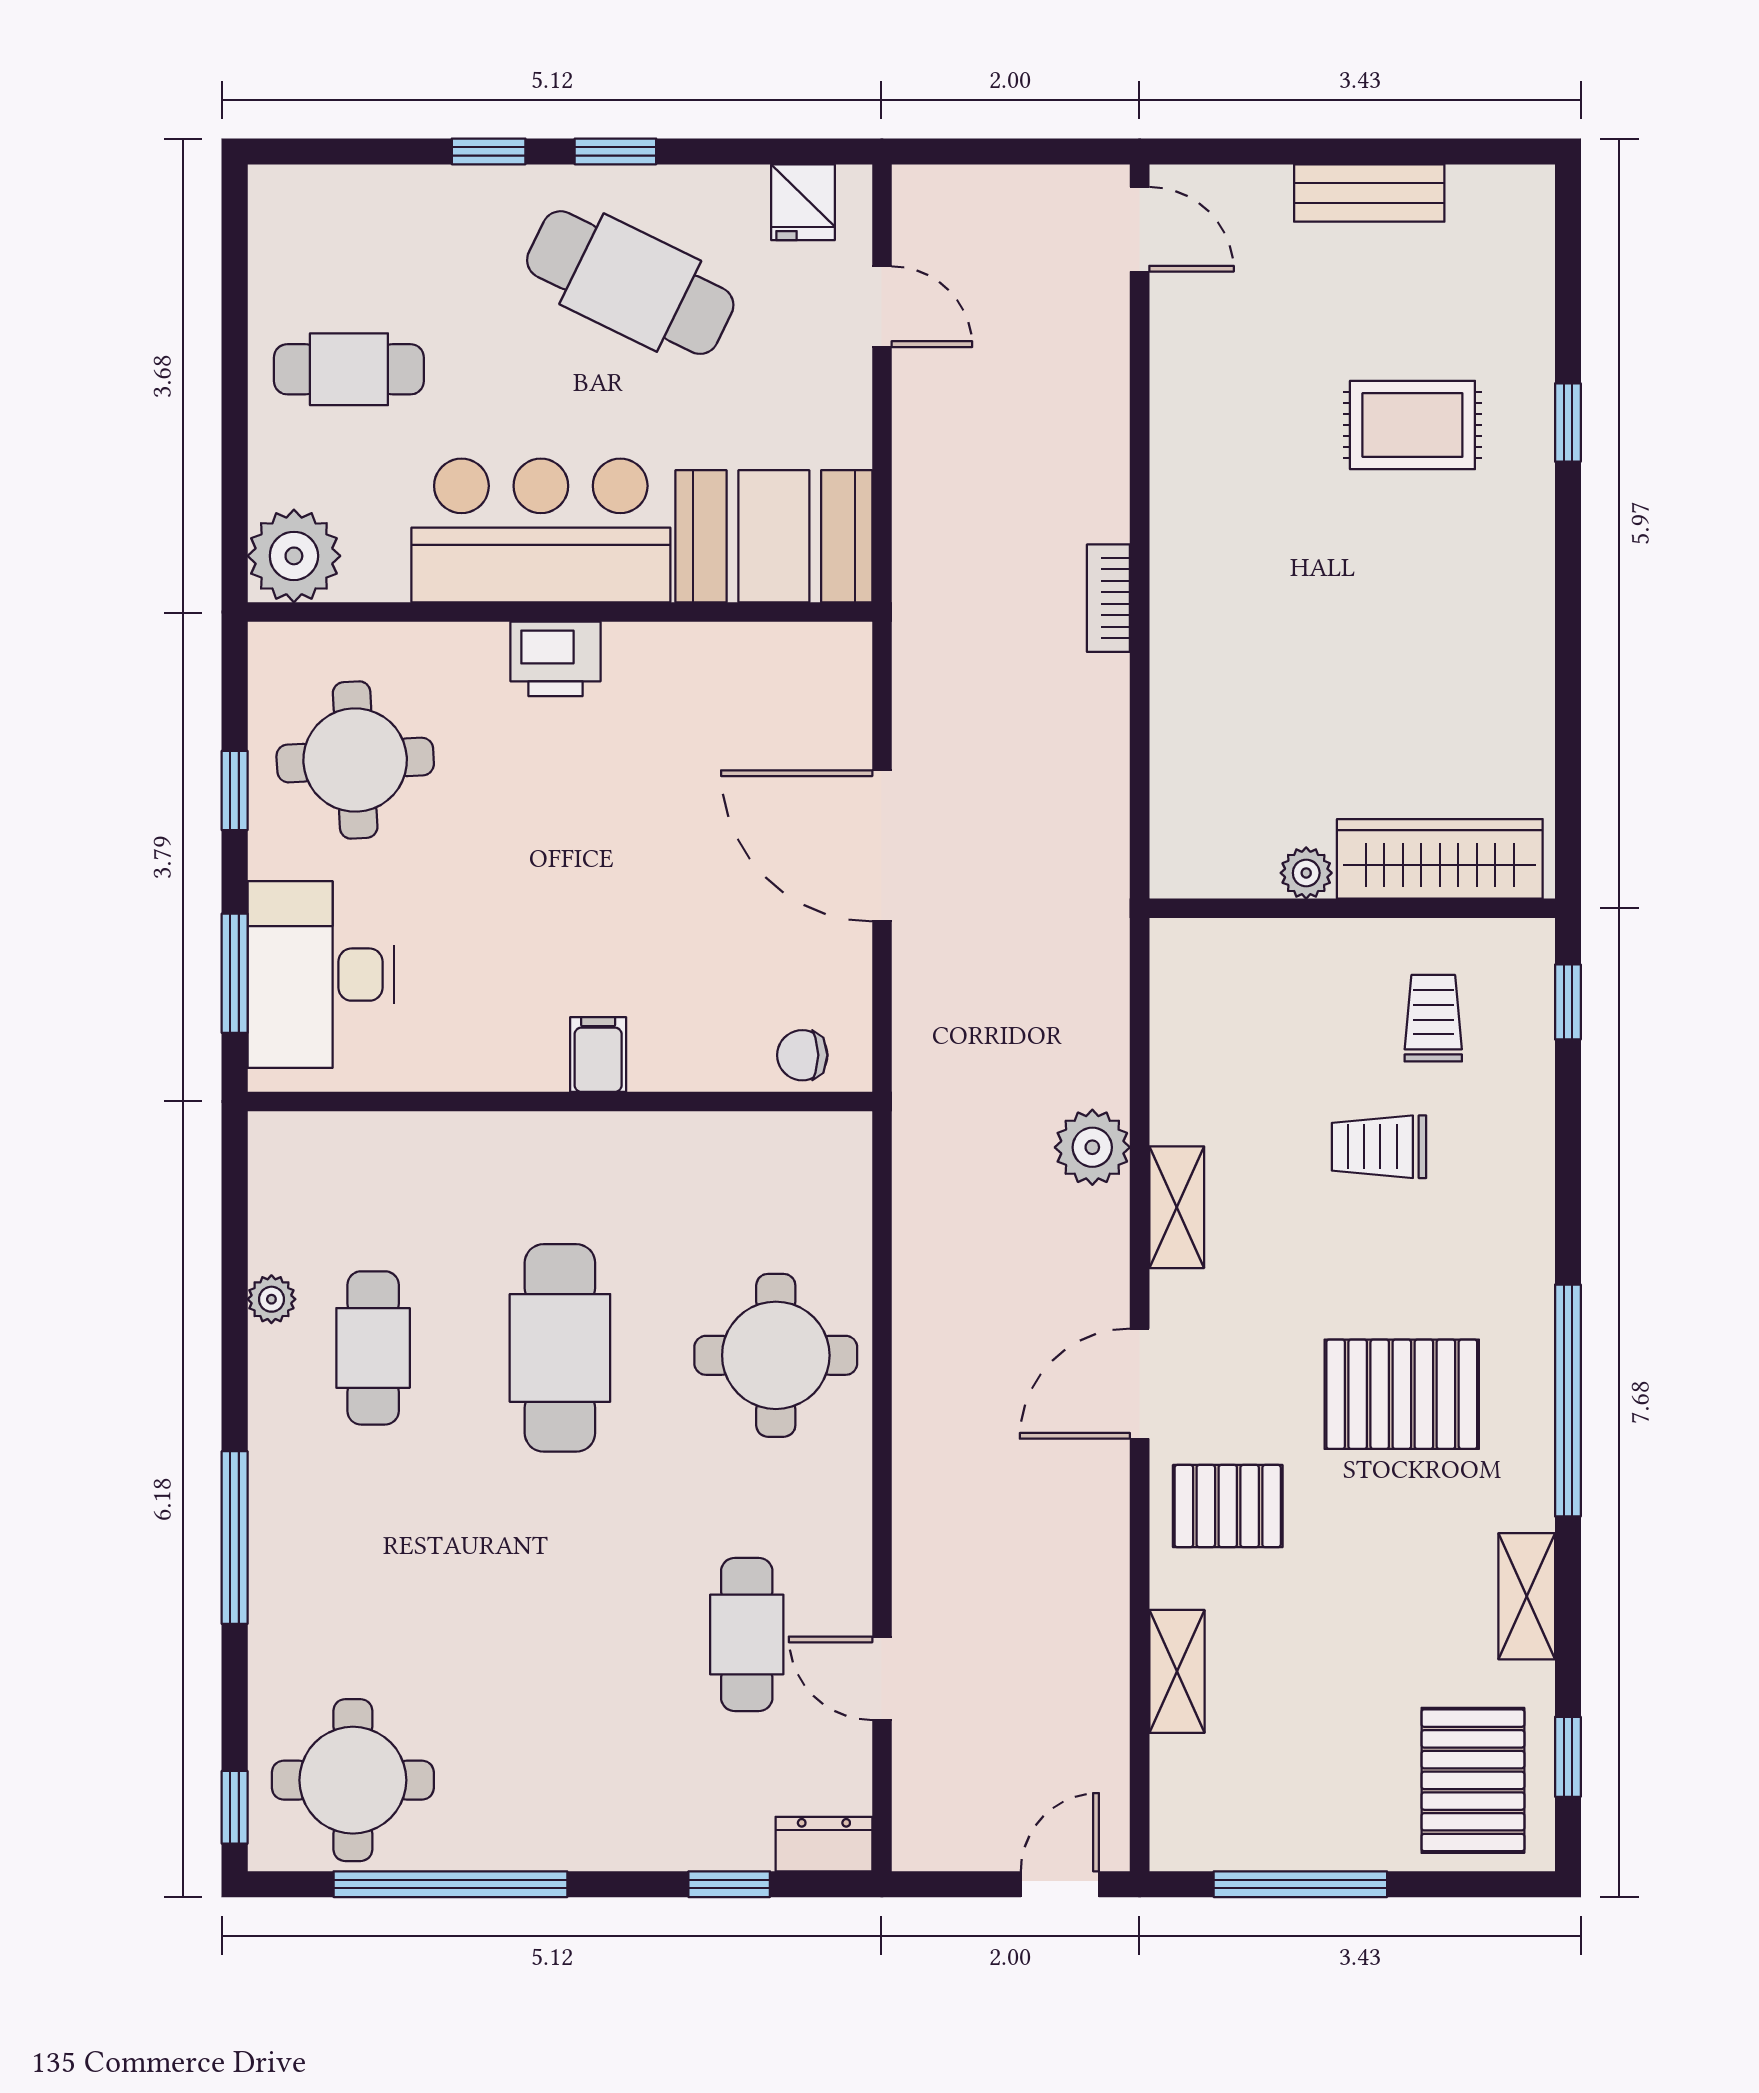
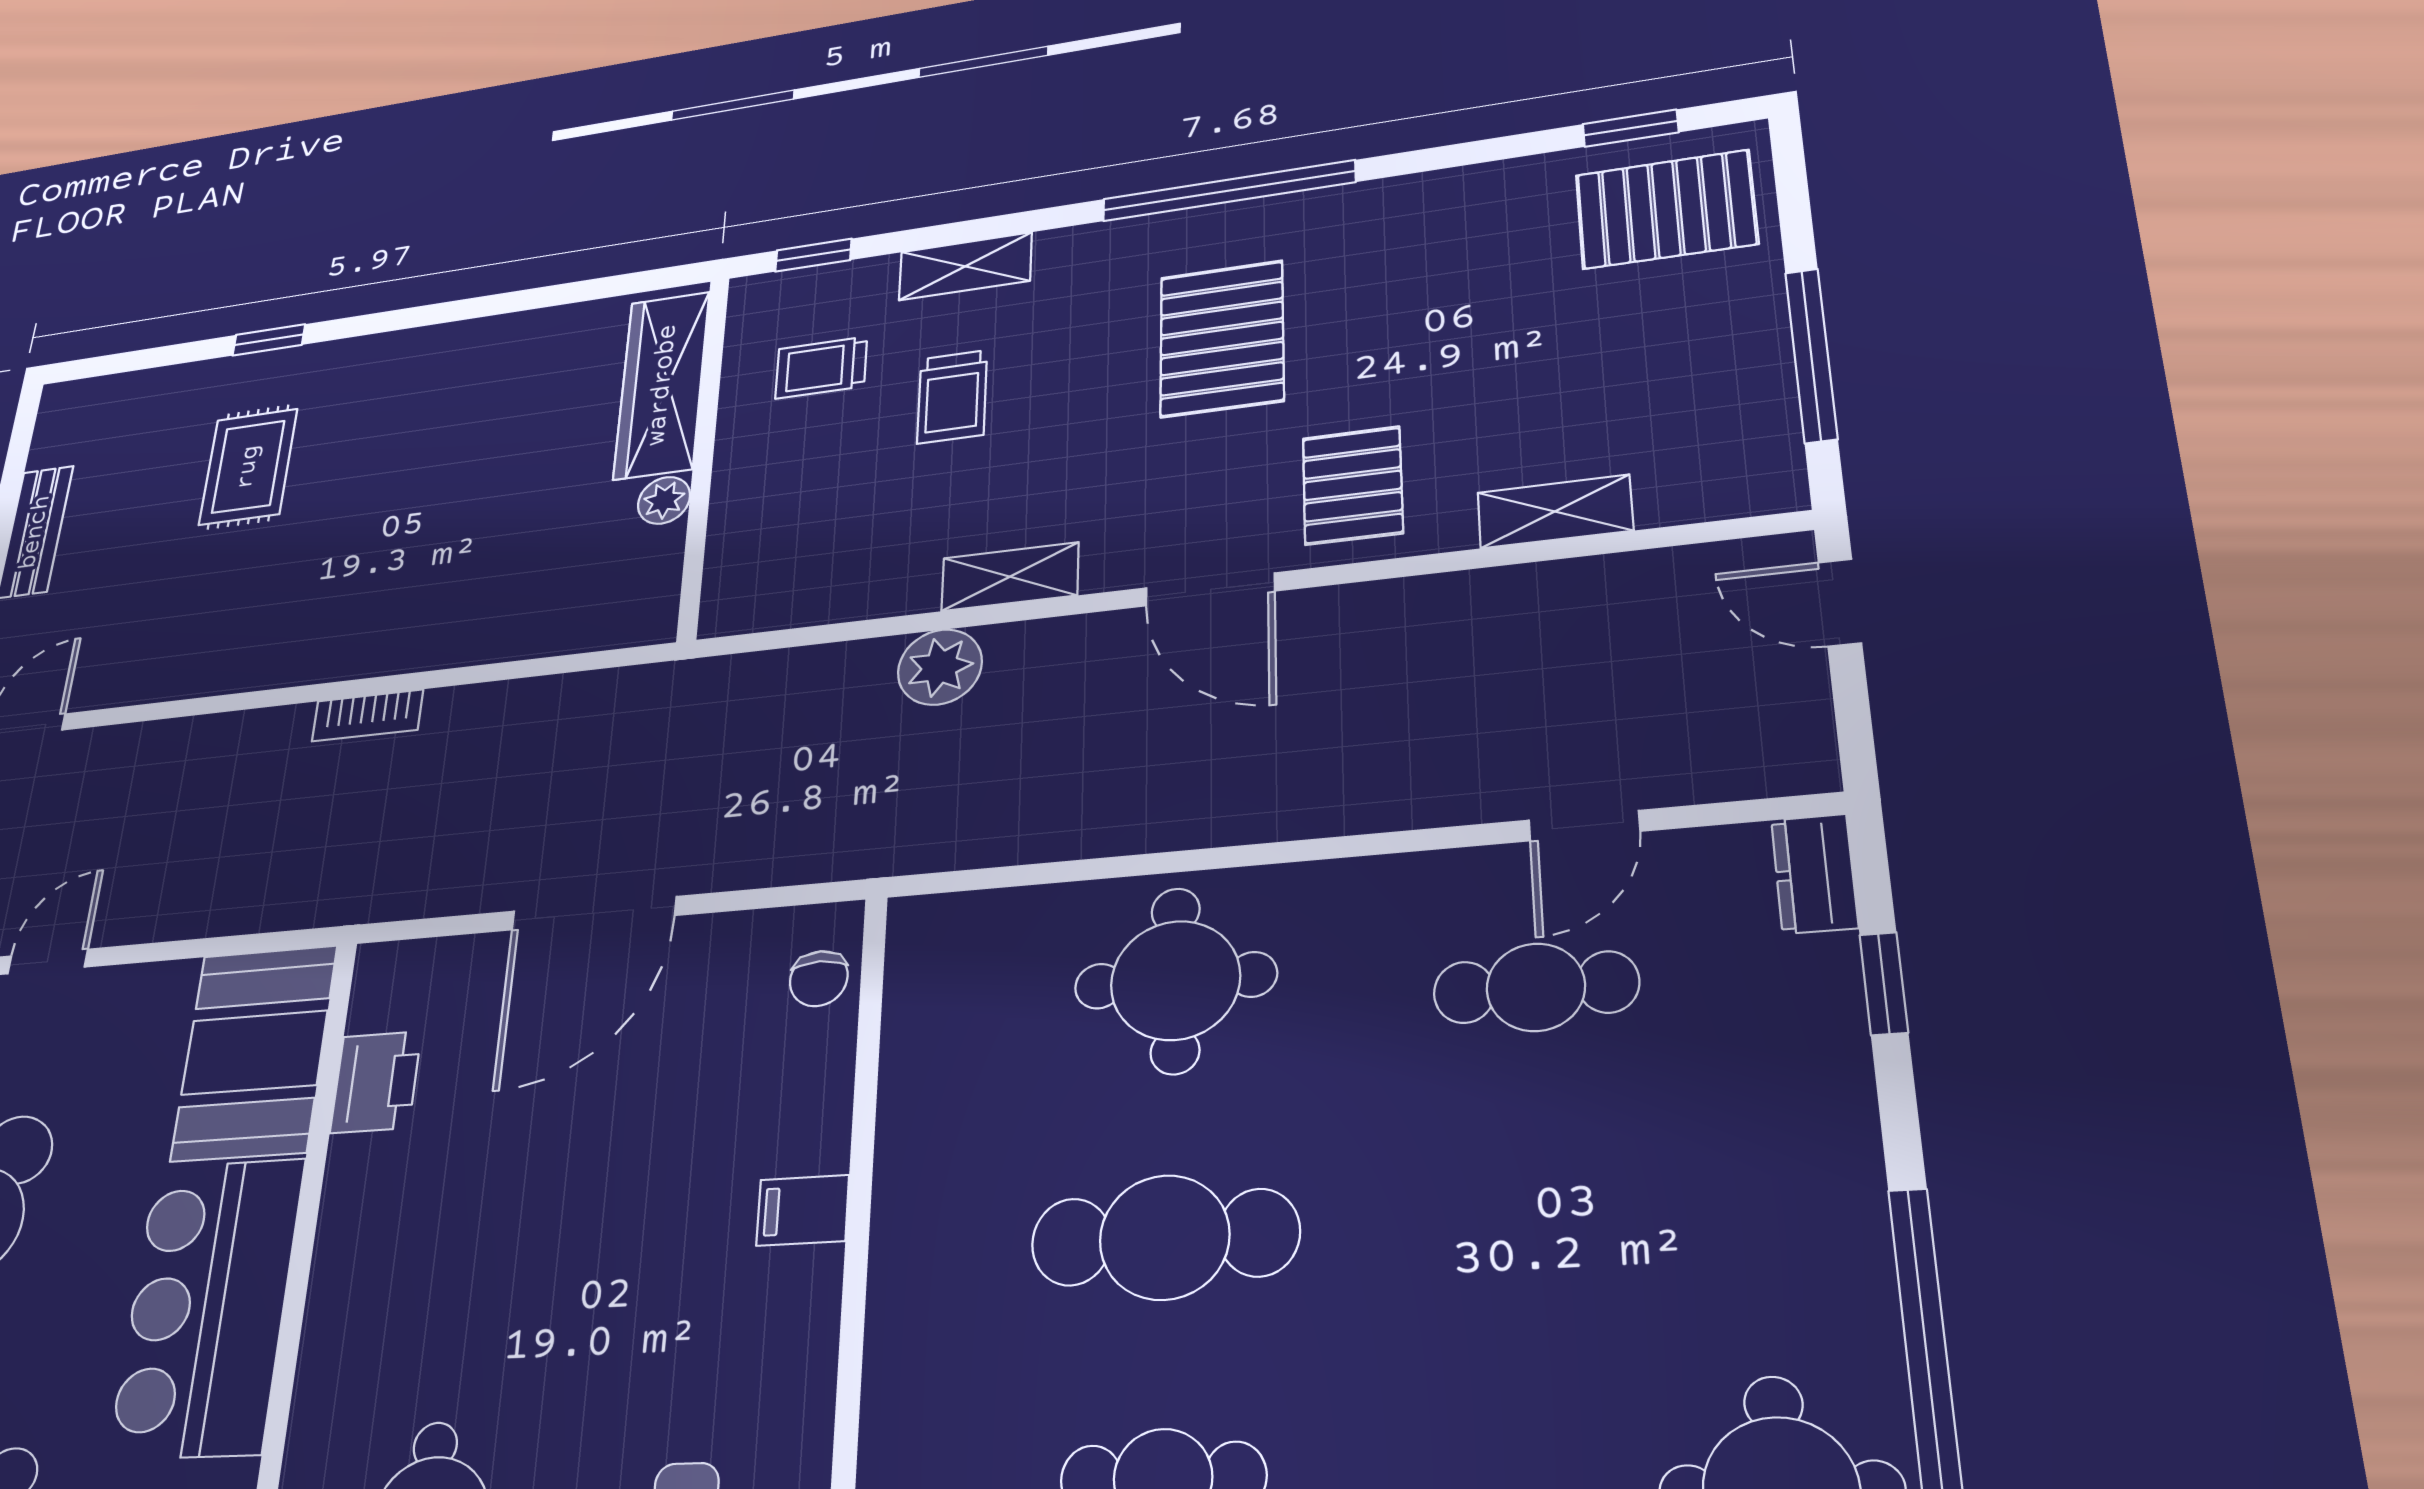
printer: (556, 659) -> (376, 1082), moved
shelving: (1527, 1596) -> (965, 266), moved

